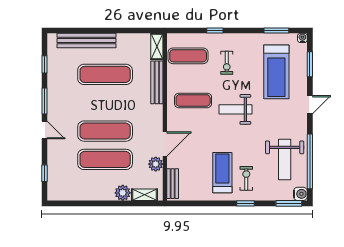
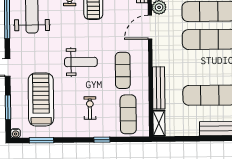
exercise mat: (188, 56) -> (128, 114), turned 90
exercise mat: (193, 100) -> (123, 70), turned 90

